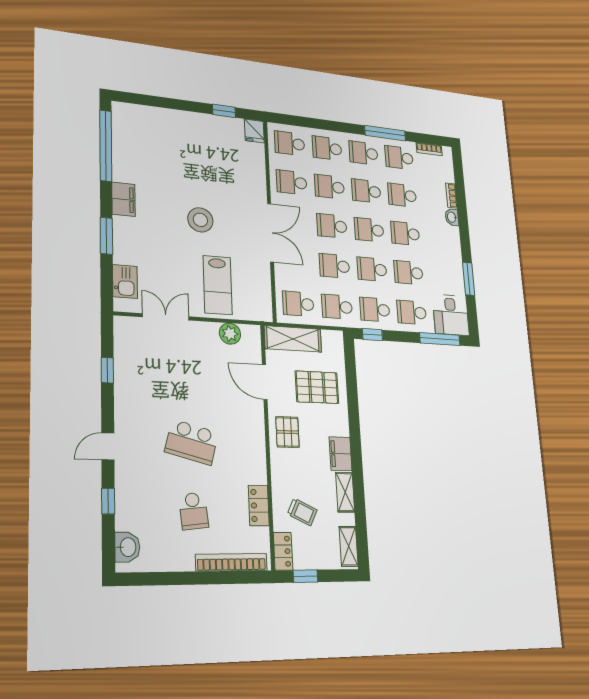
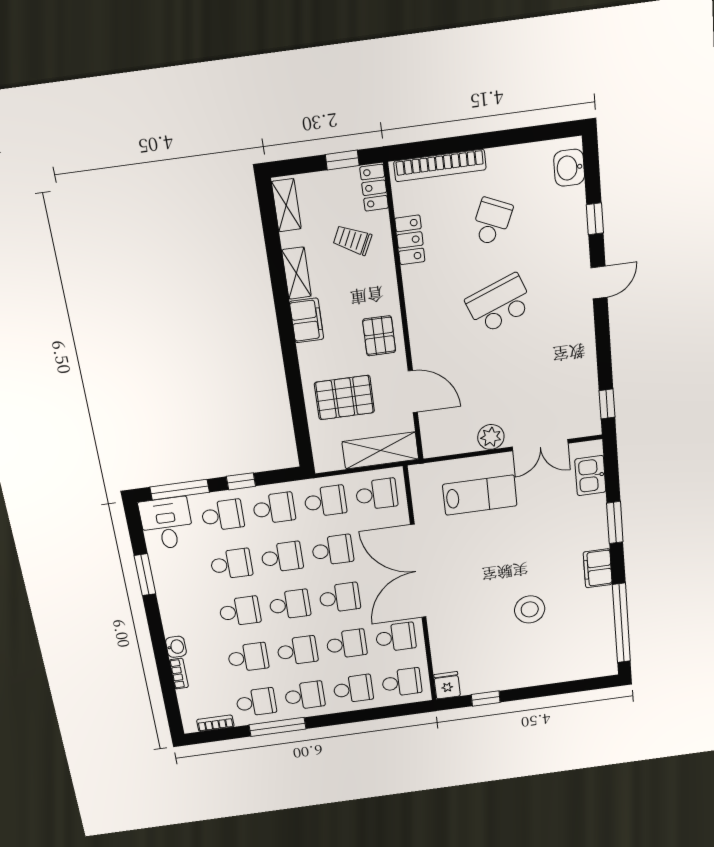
stool: (200, 220) -> (530, 609), moved
double door: (271, 233) -> (418, 571), width x1.36
lab bench: (218, 285) -> (480, 495), turned 90
plant: (230, 334) -> (491, 437), moved
window: (372, 335) -> (241, 481), moved
window: (107, 370) -> (607, 404), moved
school desk: (192, 442) -> (499, 304), turned -36
school desk: (194, 511) -> (492, 222), turned 30

